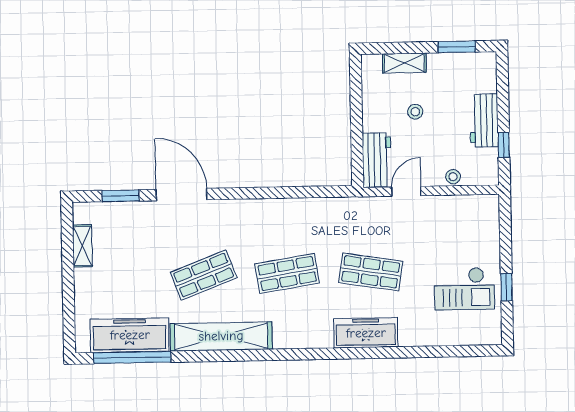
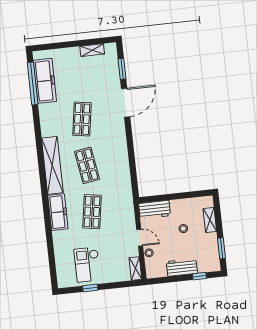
window: (504, 145) -> (199, 276), moved
door: (406, 191) -> (140, 238), moved
shelving: (479, 204) -> (135, 268), added
shop shelf: (204, 275) -> (82, 119), turned 30
shelving: (221, 336) -> (52, 165), moved

